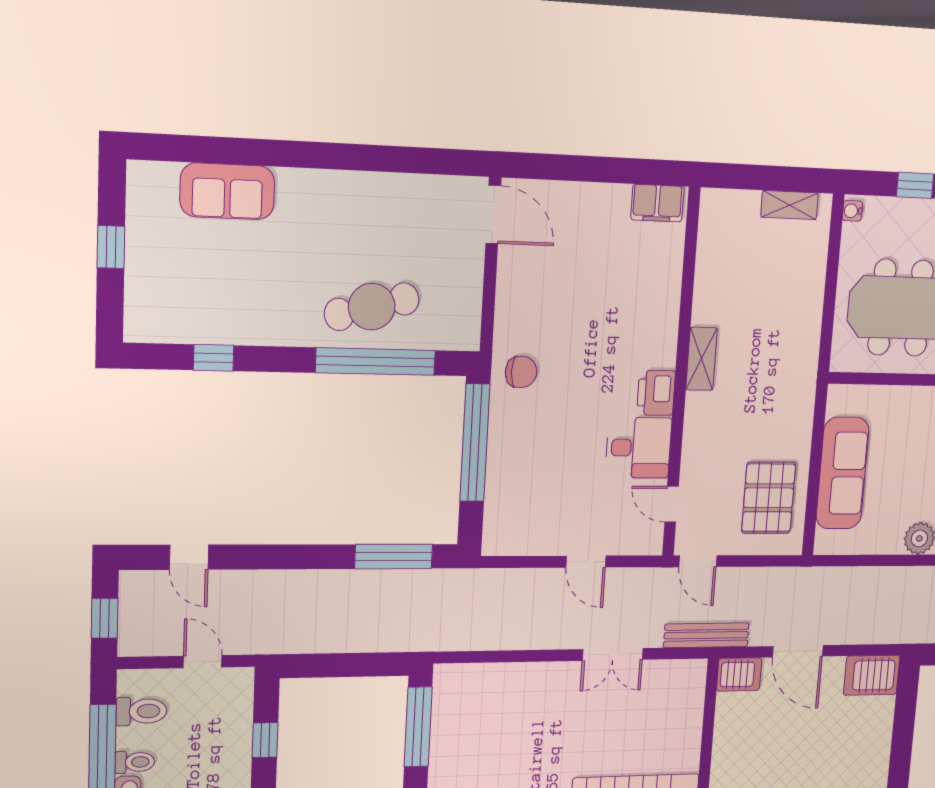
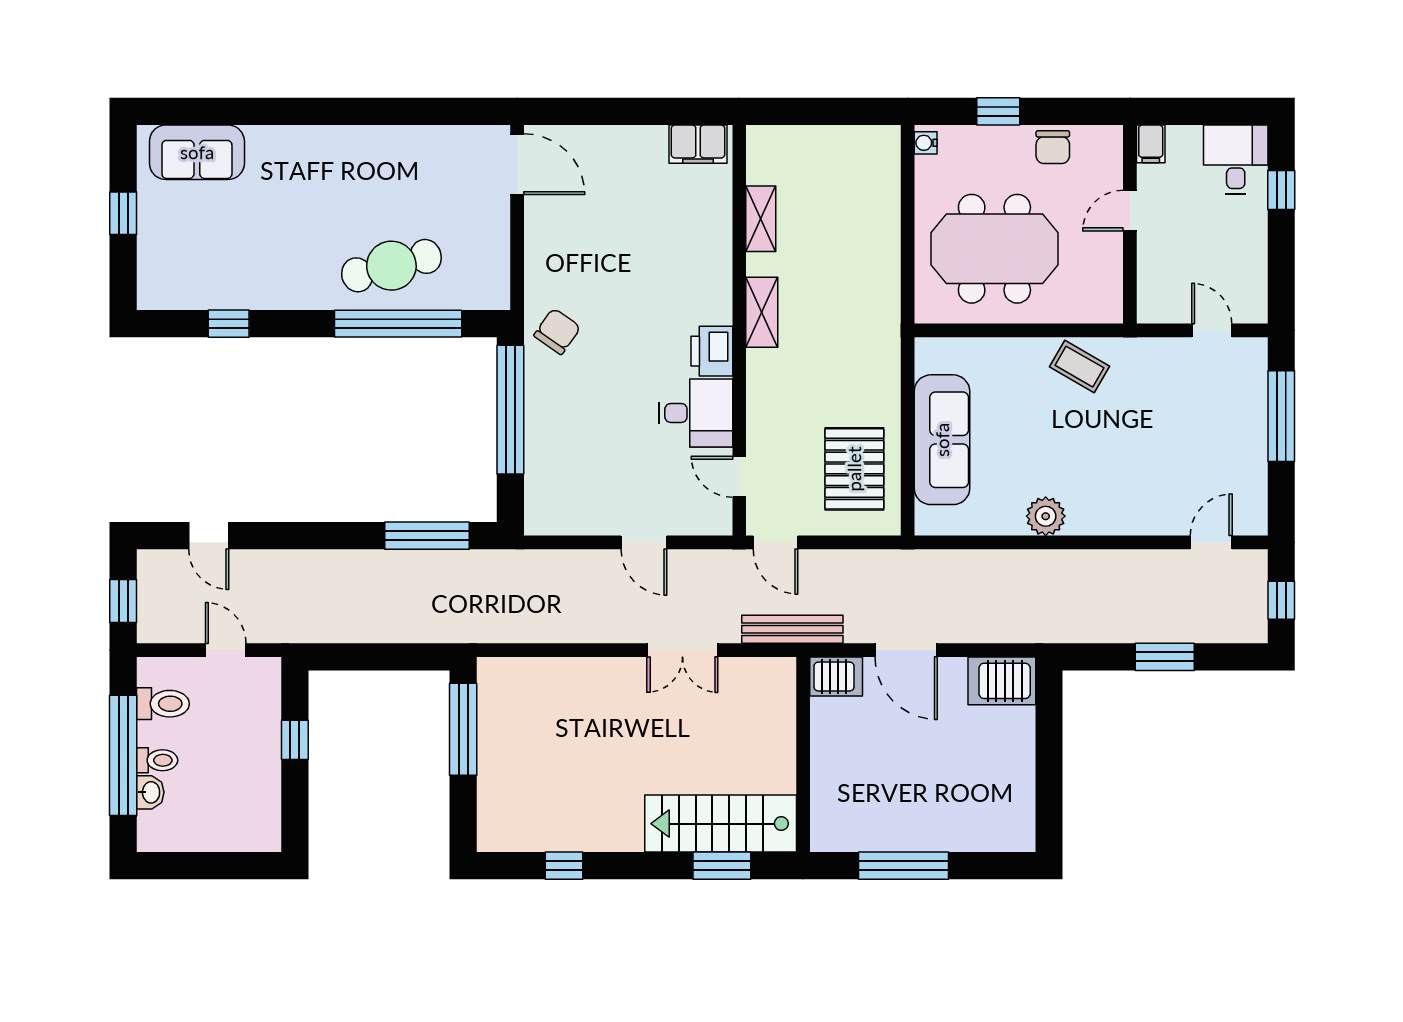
sofa: (227, 191) -> (197, 152), moved
shelving: (790, 205) -> (761, 219), moved, turned 90
chair: (521, 372) -> (557, 331), turned -55

